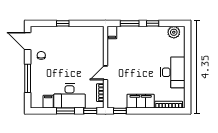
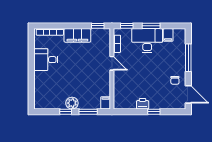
printer: (74, 32) -> (143, 104), added
plant: (174, 32) -> (72, 103), moved
desk: (173, 72) -> (46, 60), width x0.73
door: (105, 73) -> (112, 63), hinge flipped

